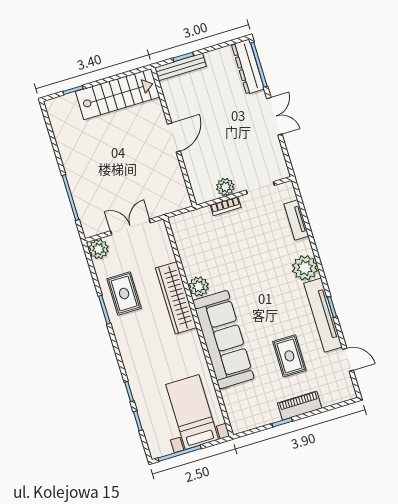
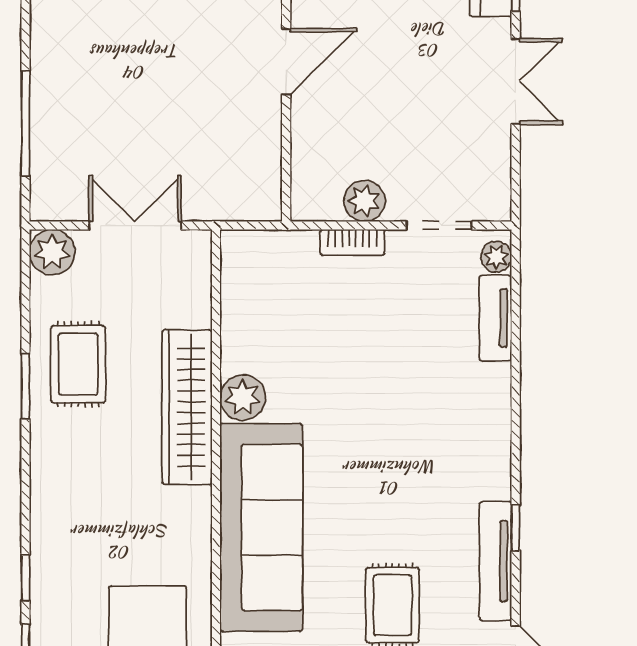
plant: (305, 268) -> (496, 257), moved, width x0.53, depth x0.53
tv unit: (323, 315) -> (496, 561), width x0.73, depth x0.78

